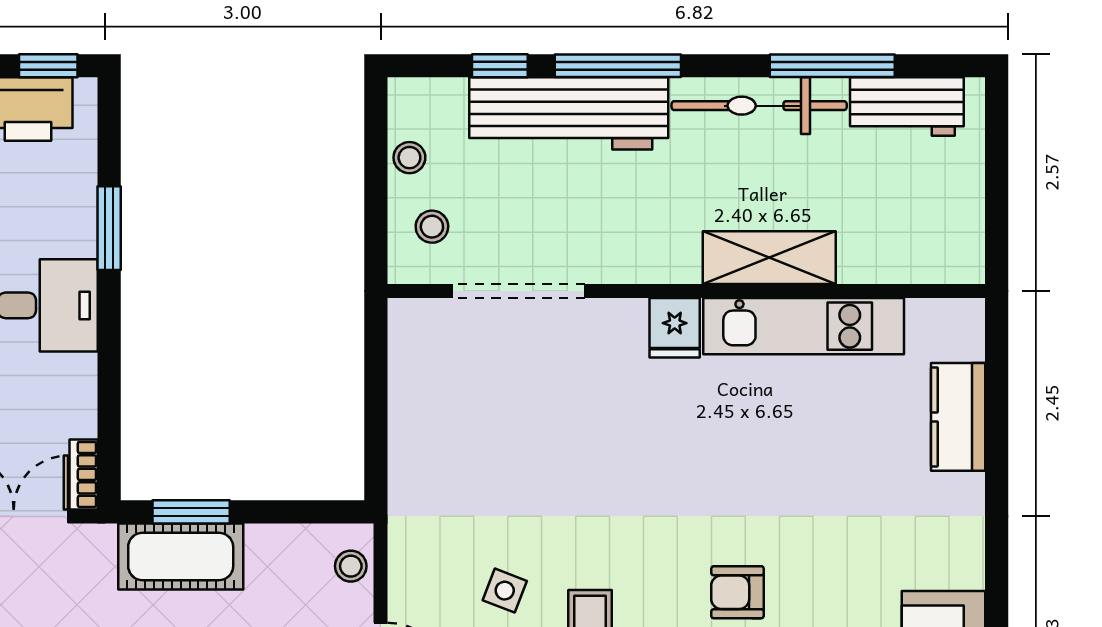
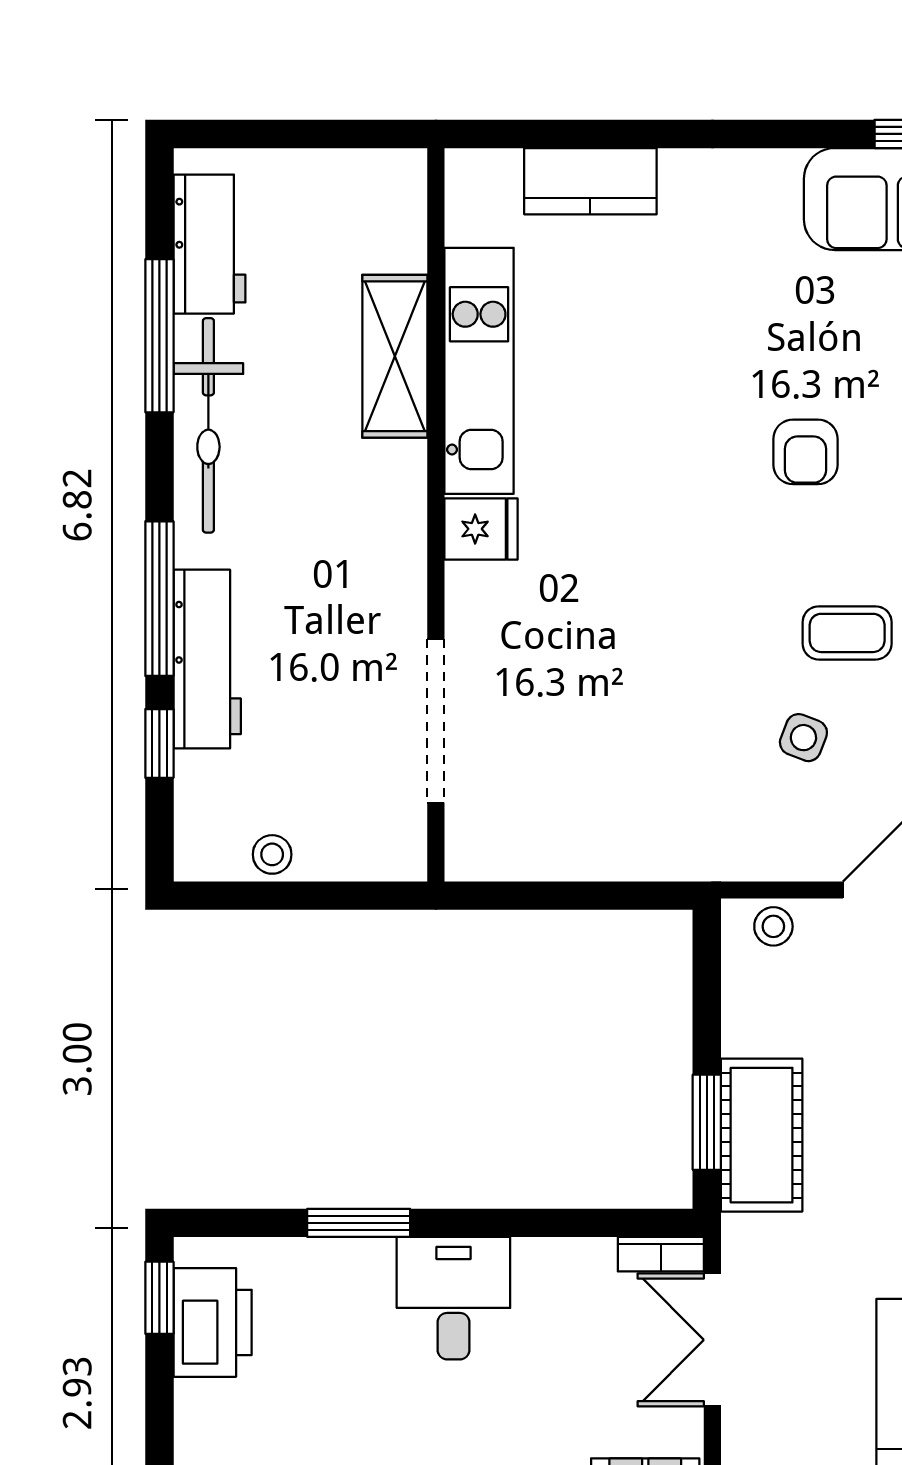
workbench: (569, 113) -> (207, 659), width x0.73, depth x0.76
stool: (432, 227) -> (357, 827), removed
shelving: (769, 258) -> (395, 356), moved

